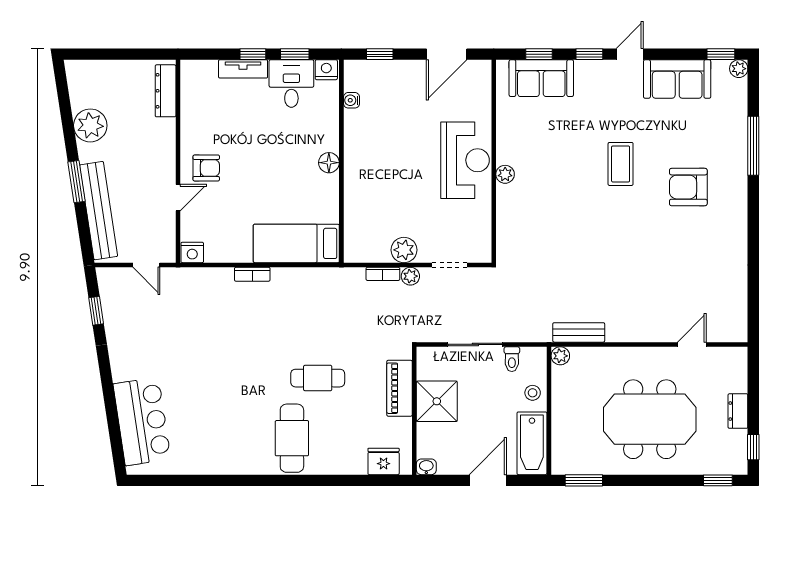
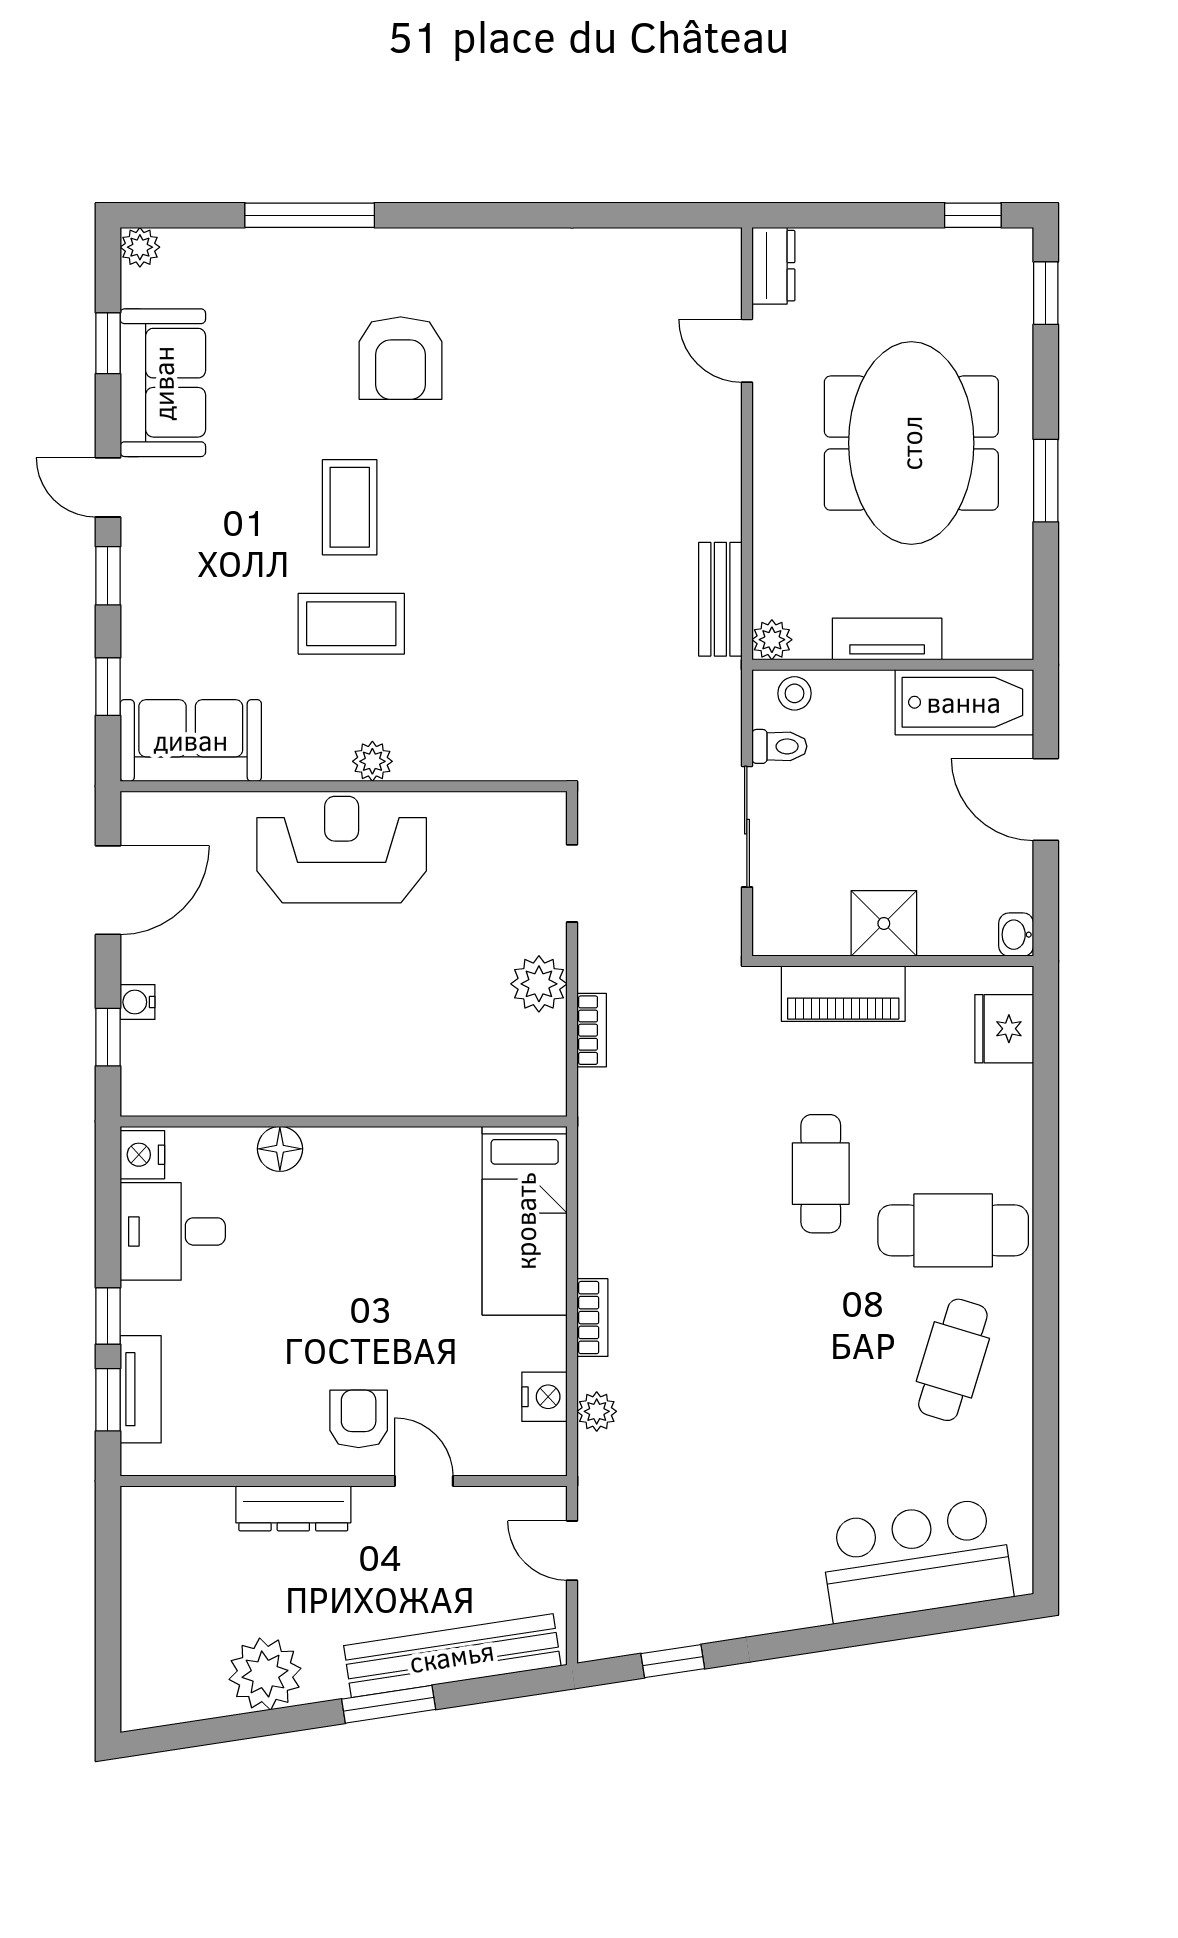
window: (295, 54) -> (108, 1400), moved
door: (447, 54) -> (108, 890), hinge flipped
window: (721, 54) -> (108, 343), moved
tv unit: (243, 69) -> (141, 1389), moved
sofa: (541, 78) -> (191, 740), moved, turned -90
dresser: (166, 91) -> (293, 1508), moved
water cooler: (352, 100) -> (138, 1002), moved, turned 90
floor lamp: (329, 163) -> (280, 1149), moved
coffee table: (621, 164) -> (350, 507), turned 90
coffee table: (568, 165) -> (351, 624), added
nightstand: (192, 252) -> (544, 1397), moved
door: (146, 265) -> (572, 1551), swing flipped
plant: (410, 276) -> (597, 1411), moved
stool: (533, 393) -> (794, 693), moved
shower: (437, 401) -> (884, 923), width x0.73, depth x0.73
tv unit: (561, 408) -> (887, 639), added
dresser: (738, 411) -> (773, 266), moved, turned -90
cafe table: (233, 438) -> (953, 1360), added
window: (584, 480) -> (1046, 481), moved

